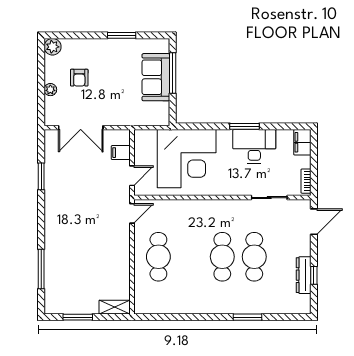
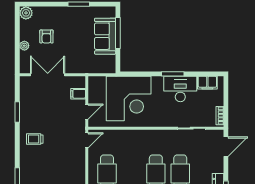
double door: (81, 128) -> (48, 75), swing flipped
filing cabinet: (302, 142) -> (207, 83), moved, turned -90
trolley: (64, 212) -> (35, 139), added

